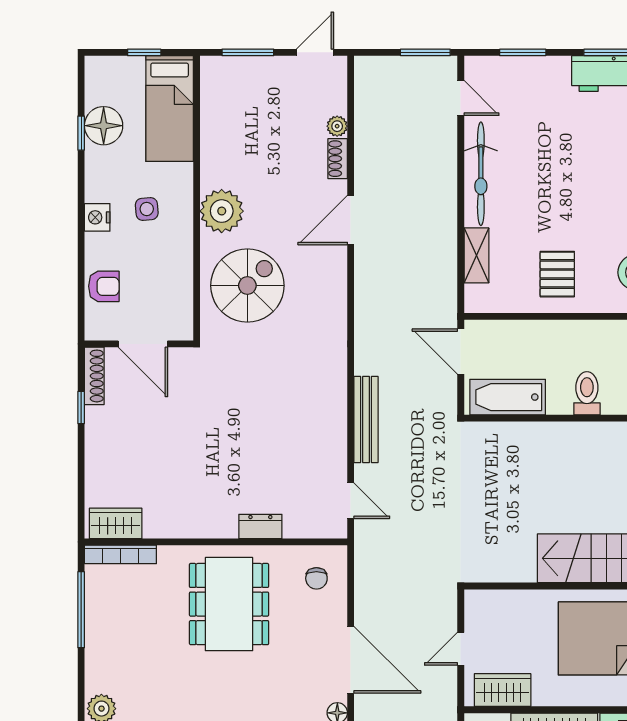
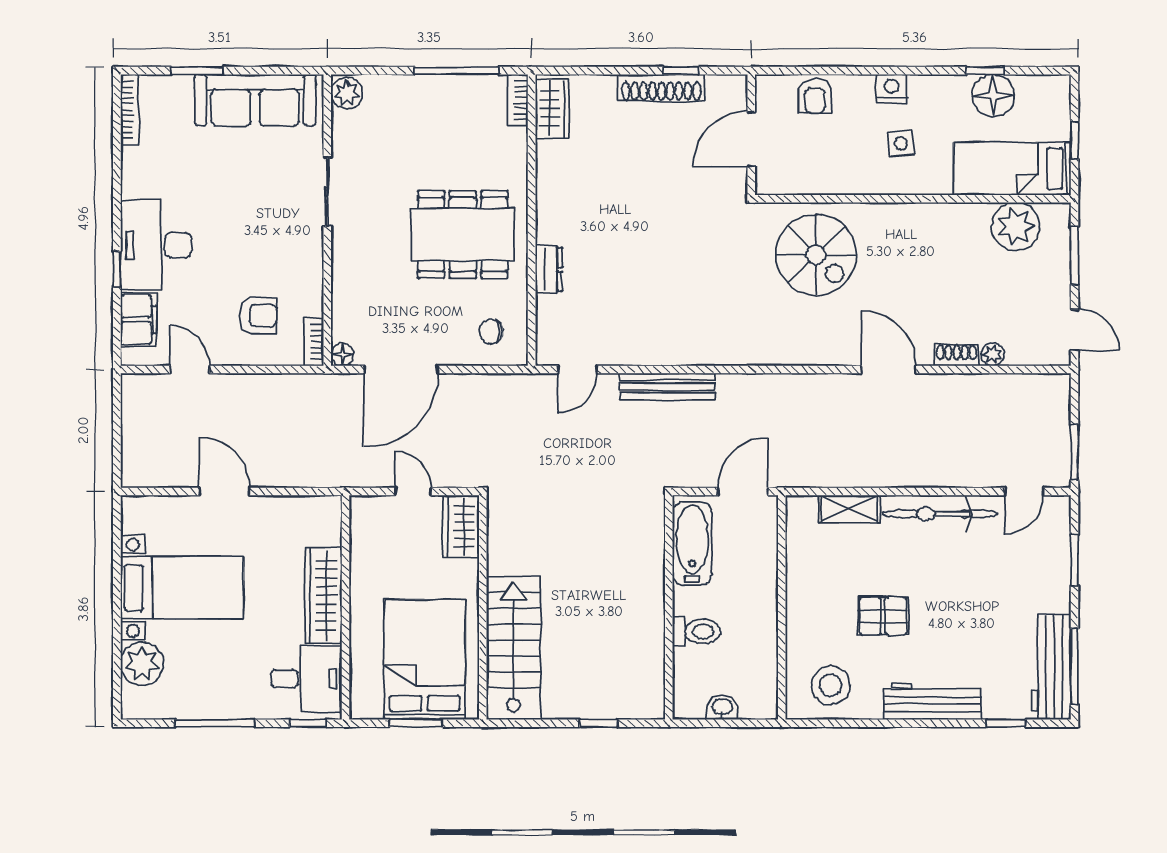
plant: (222, 211) -> (1016, 226), moved
pallet: (557, 274) -> (883, 616), moved
shoe rack: (94, 376) -> (661, 88), moved, width x1.36, depth x1.24
bookcase: (120, 554) -> (518, 100), width x0.64
wardrobe: (503, 690) -> (461, 526), moved, turned 180

